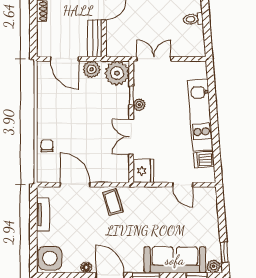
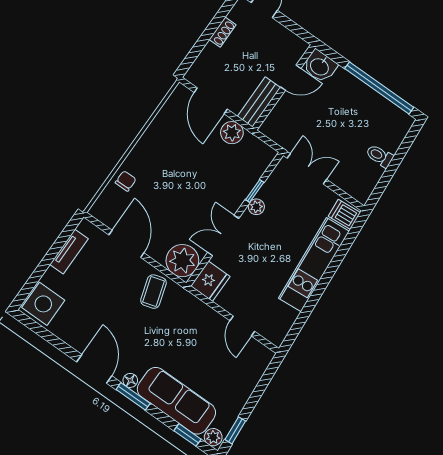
plant: (117, 73) -> (182, 261), moved
dishwasher: (204, 160) -> (344, 214), moved
floor lamp: (86, 267) -> (130, 380), moved

